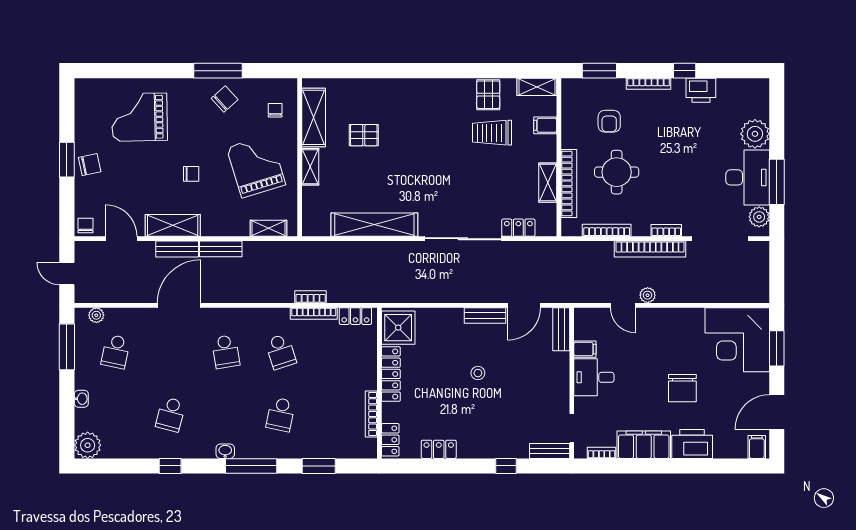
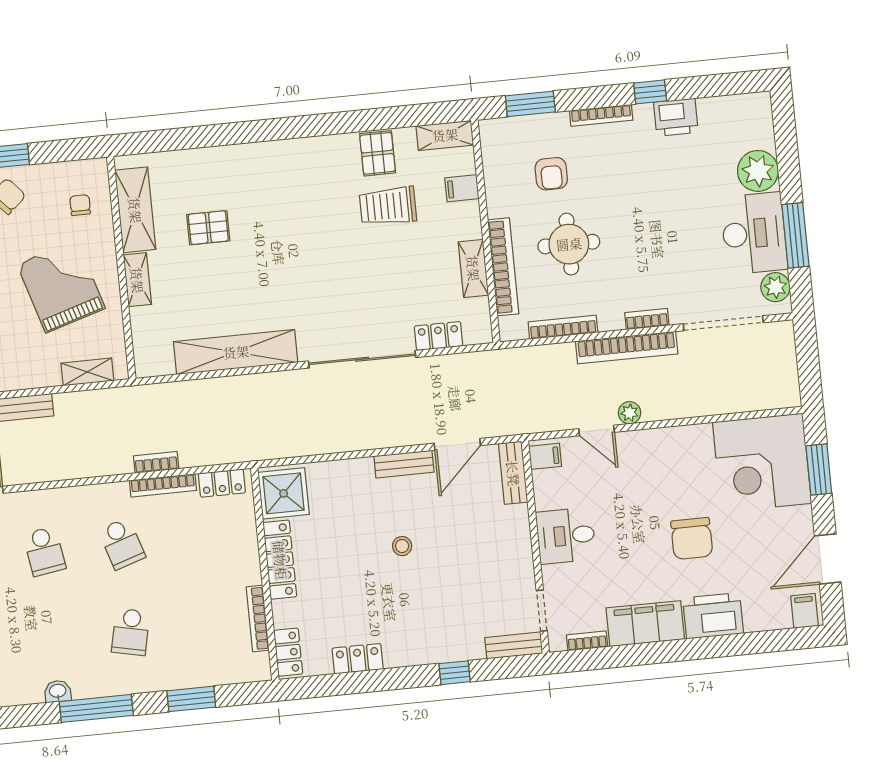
filing cabinet: (585, 349) -> (545, 456), moved

